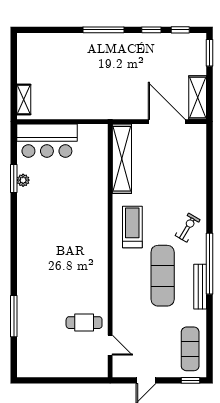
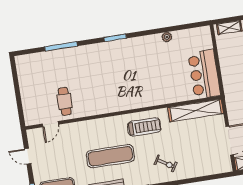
bar counter: (47, 141) -> (204, 74), moved
window: (14, 178) -> (115, 38), moved
exercise bike: (188, 228) -> (166, 163), moved

